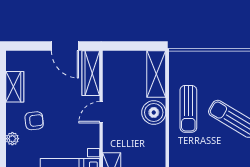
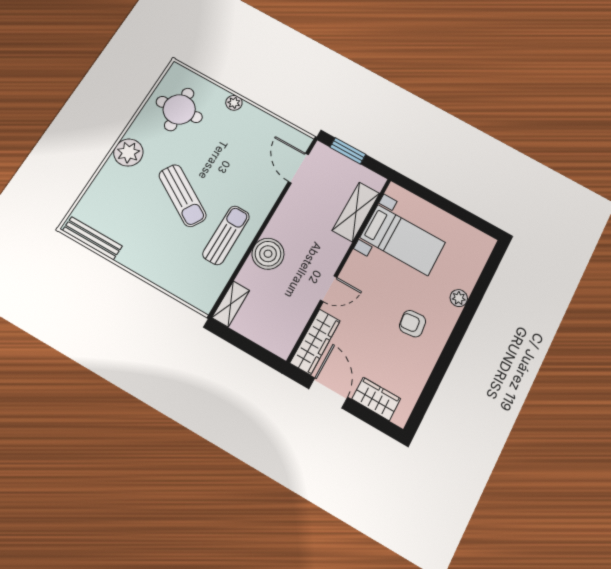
shelving: (156, 74) -> (231, 304), width x0.67, depth x0.75
wardrobe: (15, 87) -> (376, 399), moved, turned 90
plant: (12, 139) -> (459, 298), moved

